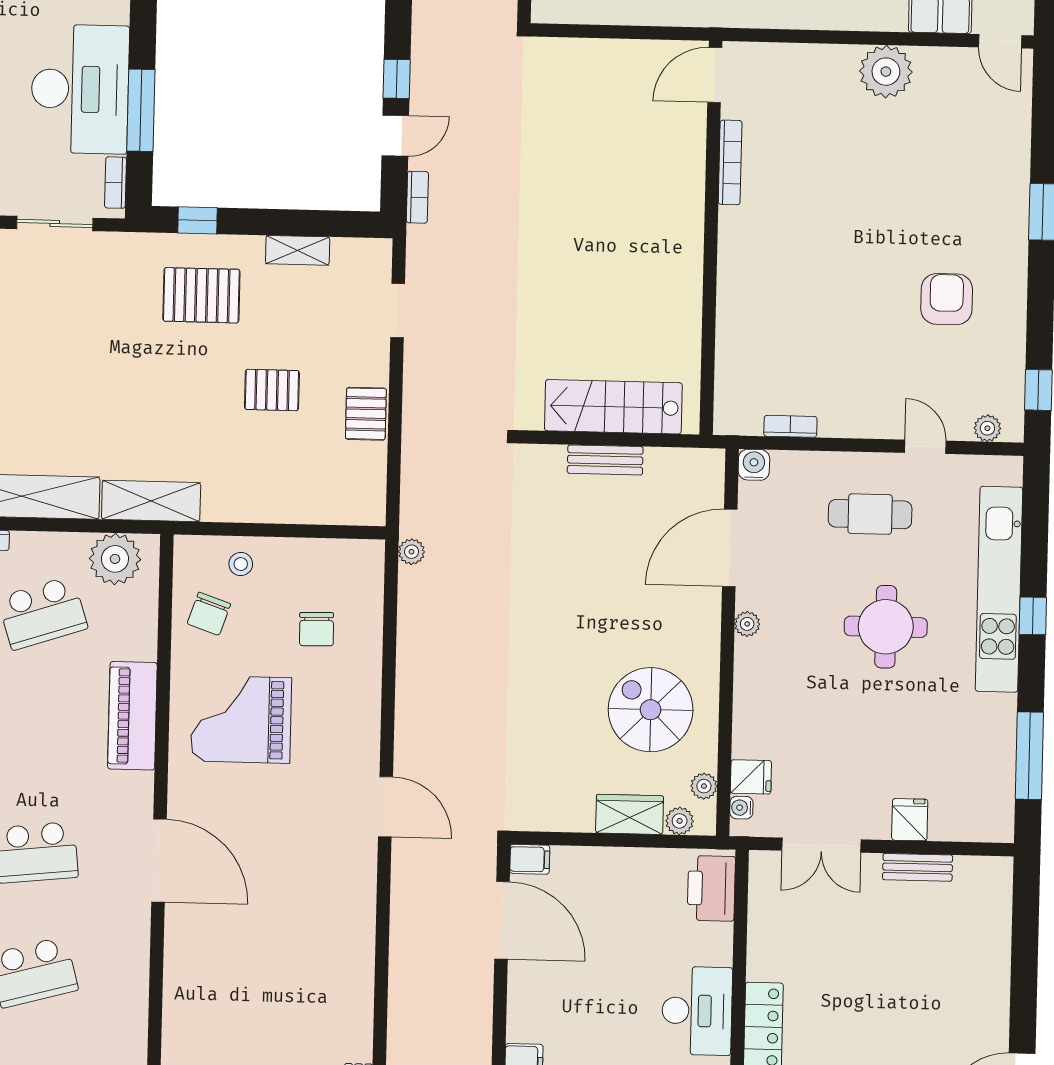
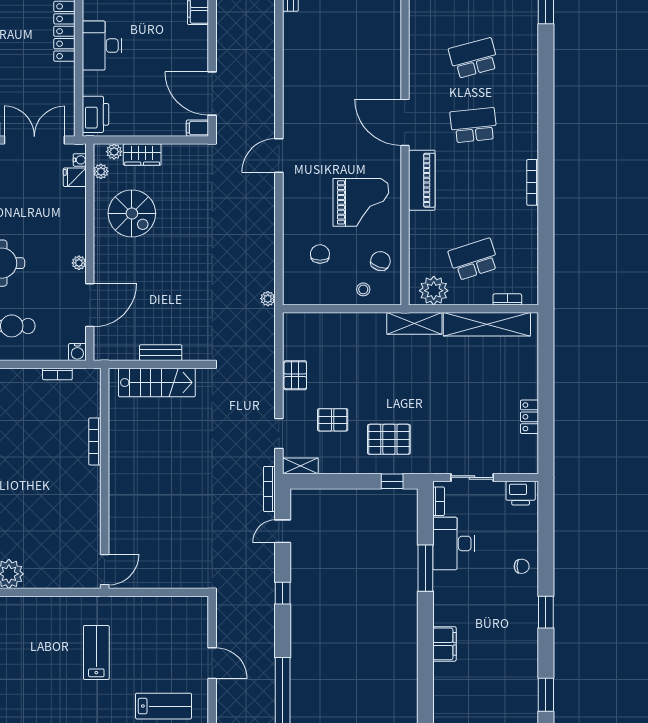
window: (397, 79) -> (283, 593), moved
desk: (80, 89) -> (454, 543), width x0.73, depth x0.77
window: (141, 110) -> (425, 568), moved
bookcase: (730, 162) -> (95, 441), moved
bookcase: (417, 197) -> (269, 489), width x1.56
shelving: (298, 250) -> (300, 466), moved
pallet: (272, 390) -> (333, 420), moved
piano: (132, 716) -> (422, 180), moved
door: (385, 807) -> (279, 156), hinge flipped
double door: (821, 845) -> (34, 140), width x1.37

